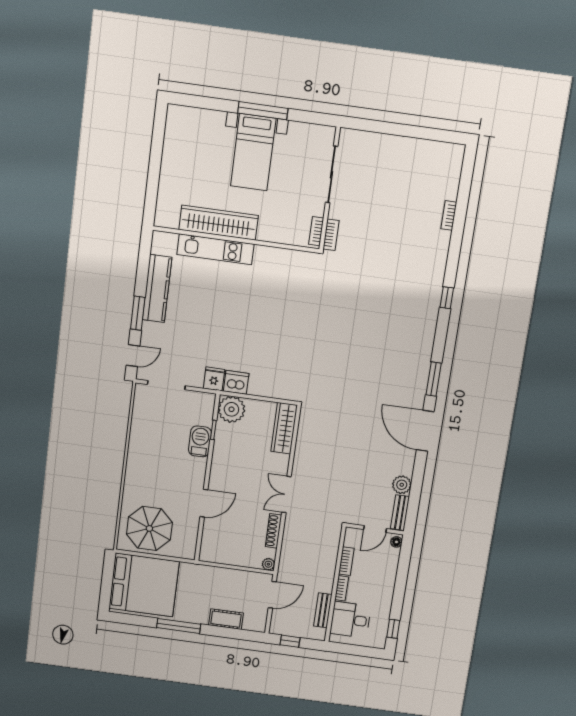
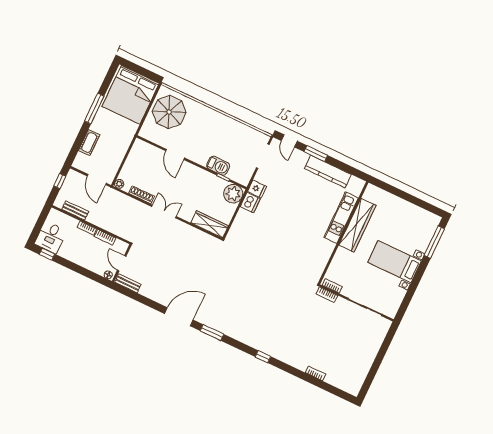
window: (263, 111) -> (434, 242), moved
plant: (402, 485) -> (147, 290), removed
desk: (350, 620) -> (51, 237), moved, turned 180

